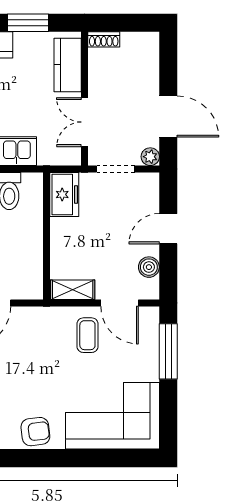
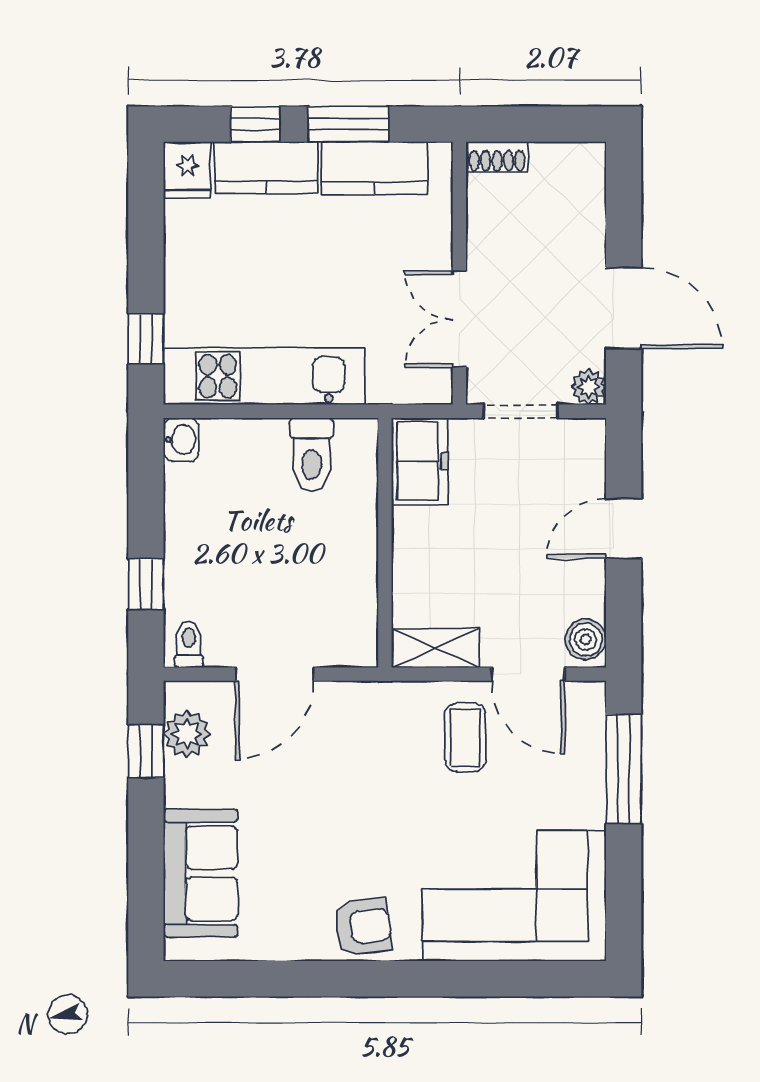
kitchen counter: (68, 65) -> (375, 168), moved, turned -90
boiler: (149, 267) -> (586, 639), moved

